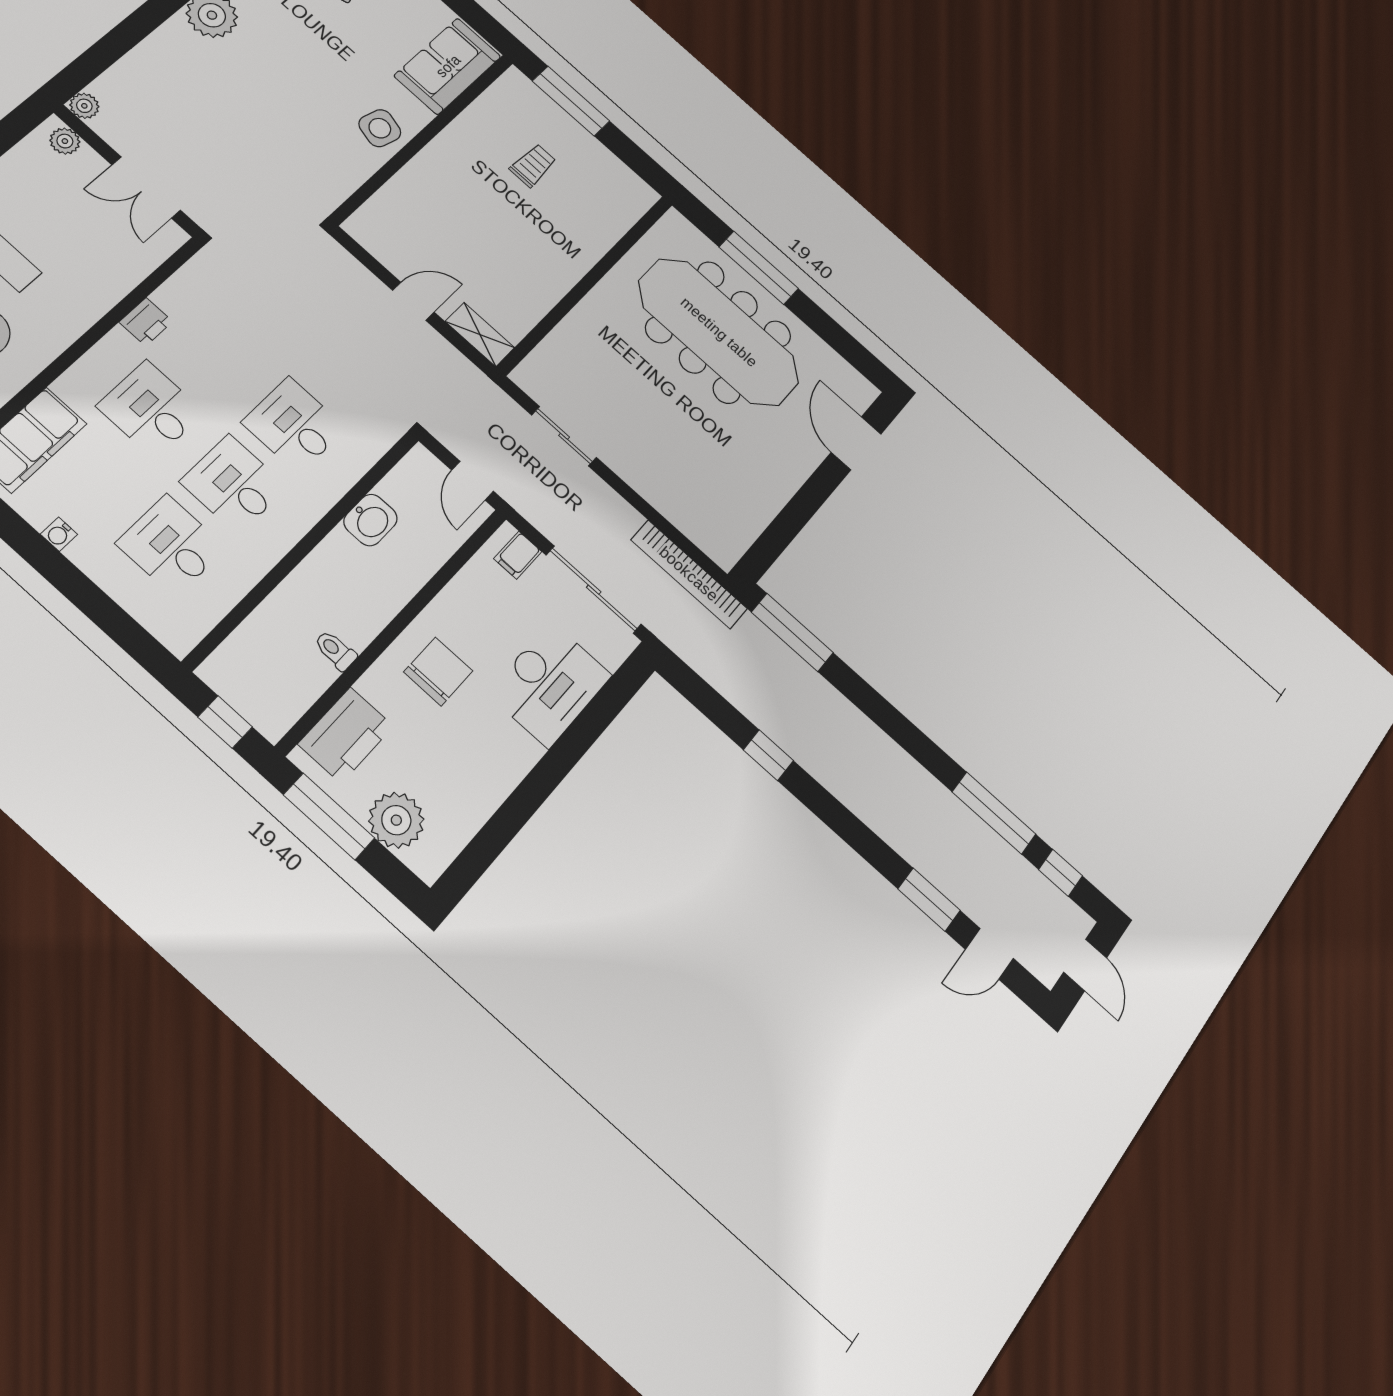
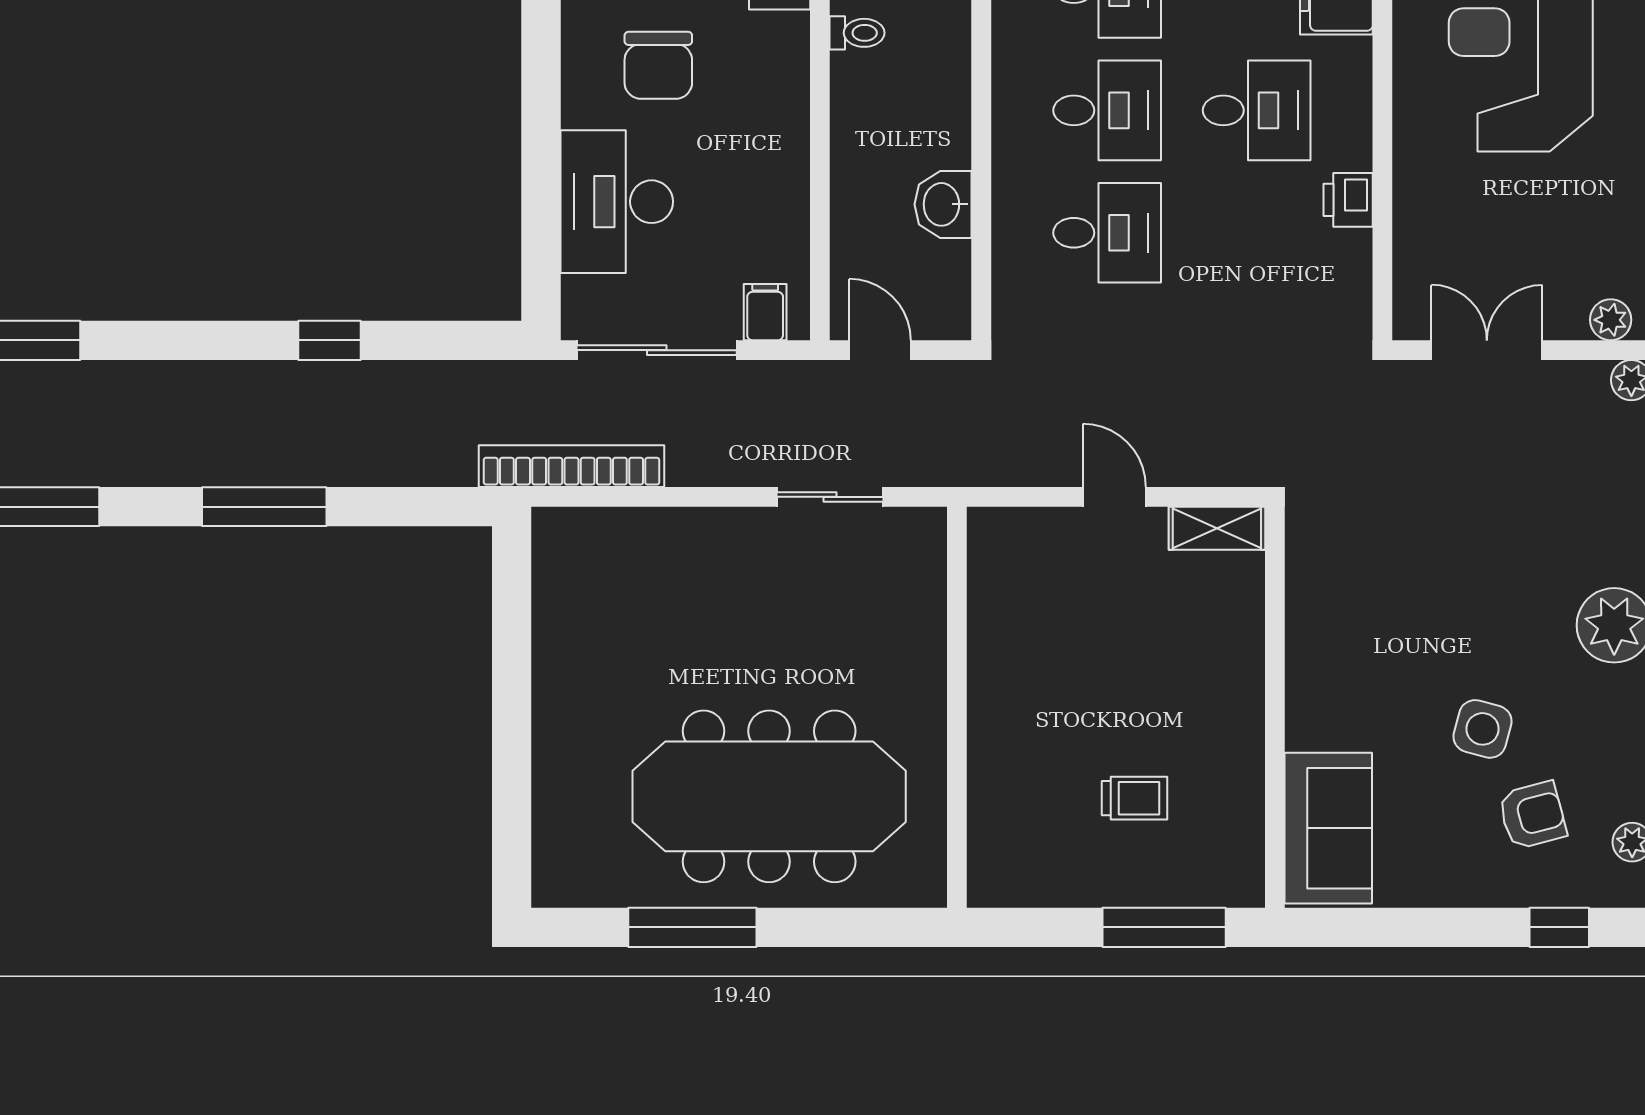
side table: (380, 128) -> (1482, 729), moved
trolley: (533, 165) -> (1134, 798), turned -90
window: (759, 268) -> (692, 927), moved
door: (413, 301) -> (1114, 497), swing flipped
shelving: (480, 334) -> (1217, 528), moved
door: (856, 443) -> (512, 811), removed
window: (792, 632) -> (264, 507), moved
chair: (438, 671) -> (658, 65), moved

